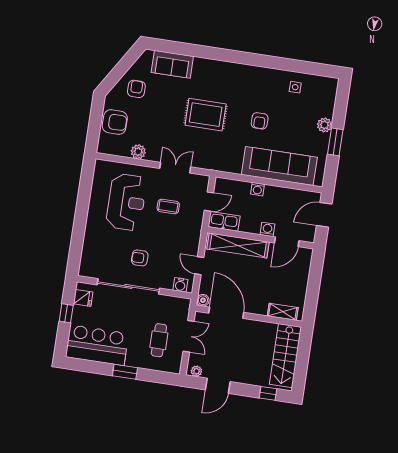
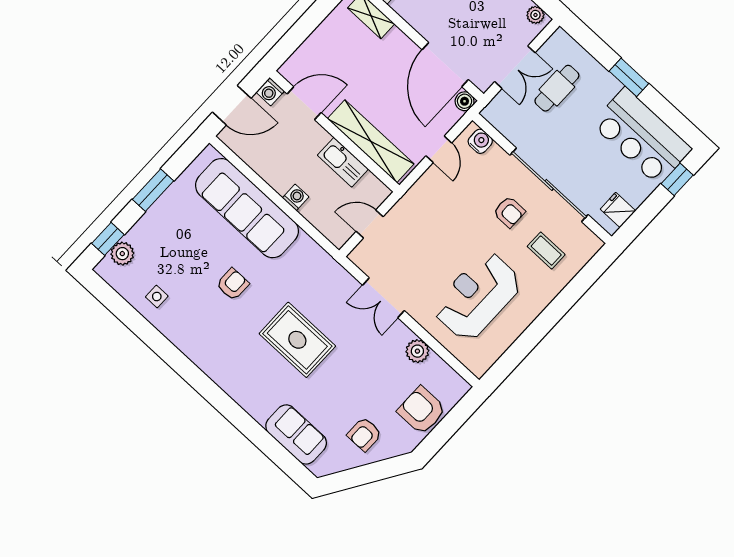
window: (342, 100) -> (108, 239), added
plant: (325, 125) -> (122, 254), moved
coffee table: (168, 206) -> (546, 251), moved
kitchen sink: (224, 221) -> (343, 162), moved
washing machine: (267, 229) -> (270, 92), moved
window: (66, 313) -> (677, 179), moved
double door: (189, 336) -> (515, 67), swing flipped

